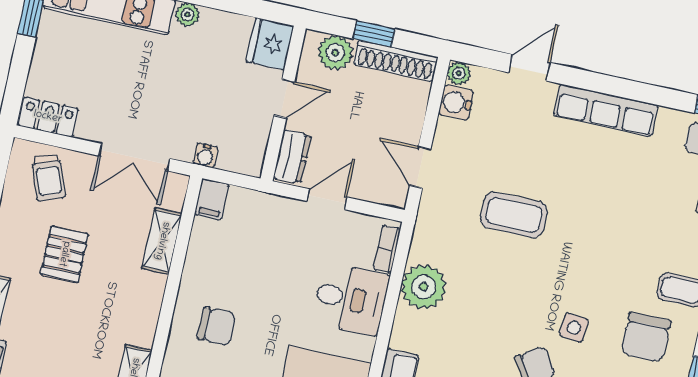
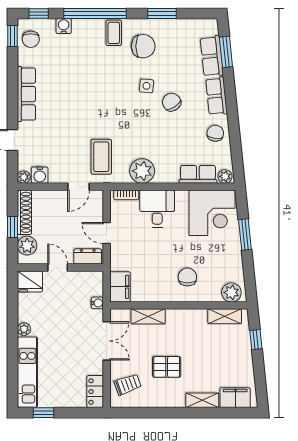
filing cabinet: (212, 199) -> (120, 287), width x2.00
coffee table: (514, 215) -> (101, 157), moved

